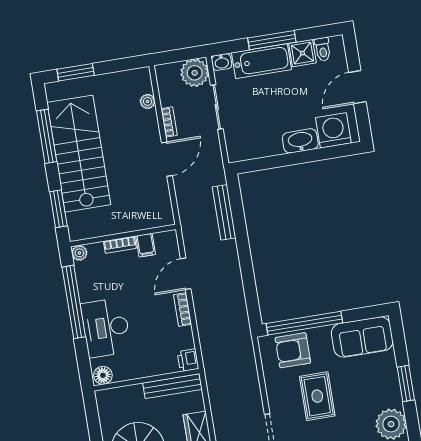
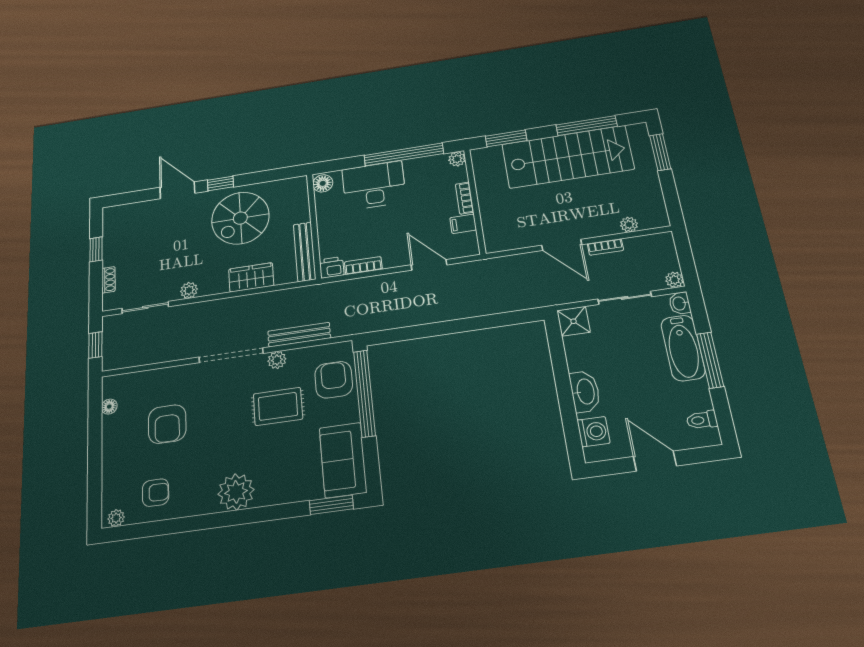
shower: (302, 53) -> (574, 321), moved
plant: (195, 73) -> (674, 280), width x0.53, depth x0.53
washing machine: (333, 130) -> (593, 432), width x0.73, depth x0.73
bench: (224, 212) -> (299, 335), moved
bookcase: (183, 310) -> (363, 266), moved
window: (406, 383) -> (331, 505), moved
plant: (276, 401) -> (277, 360), added

